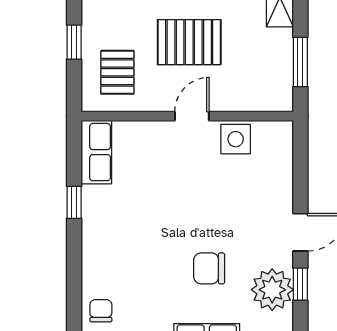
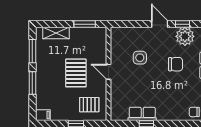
side table: (236, 139) -> (140, 58), moved
row of seats: (96, 152) -> (142, 114), moved
chair: (209, 268) -> (176, 64), turned -90

